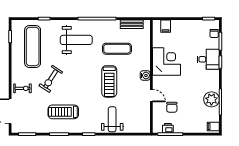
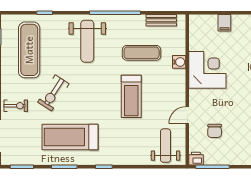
filing cabinet: (166, 26) -> (224, 23), moved
weight bench: (76, 40) -> (87, 41), turned 90
water cooler: (145, 75) -> (179, 62), moved
door: (151, 96) -> (187, 115), swing flipped
treadmill: (63, 112) -> (70, 137), width x1.37, depth x1.38
weight bench: (112, 119) -> (166, 146), moved
printer: (168, 128) -> (196, 159), moved

